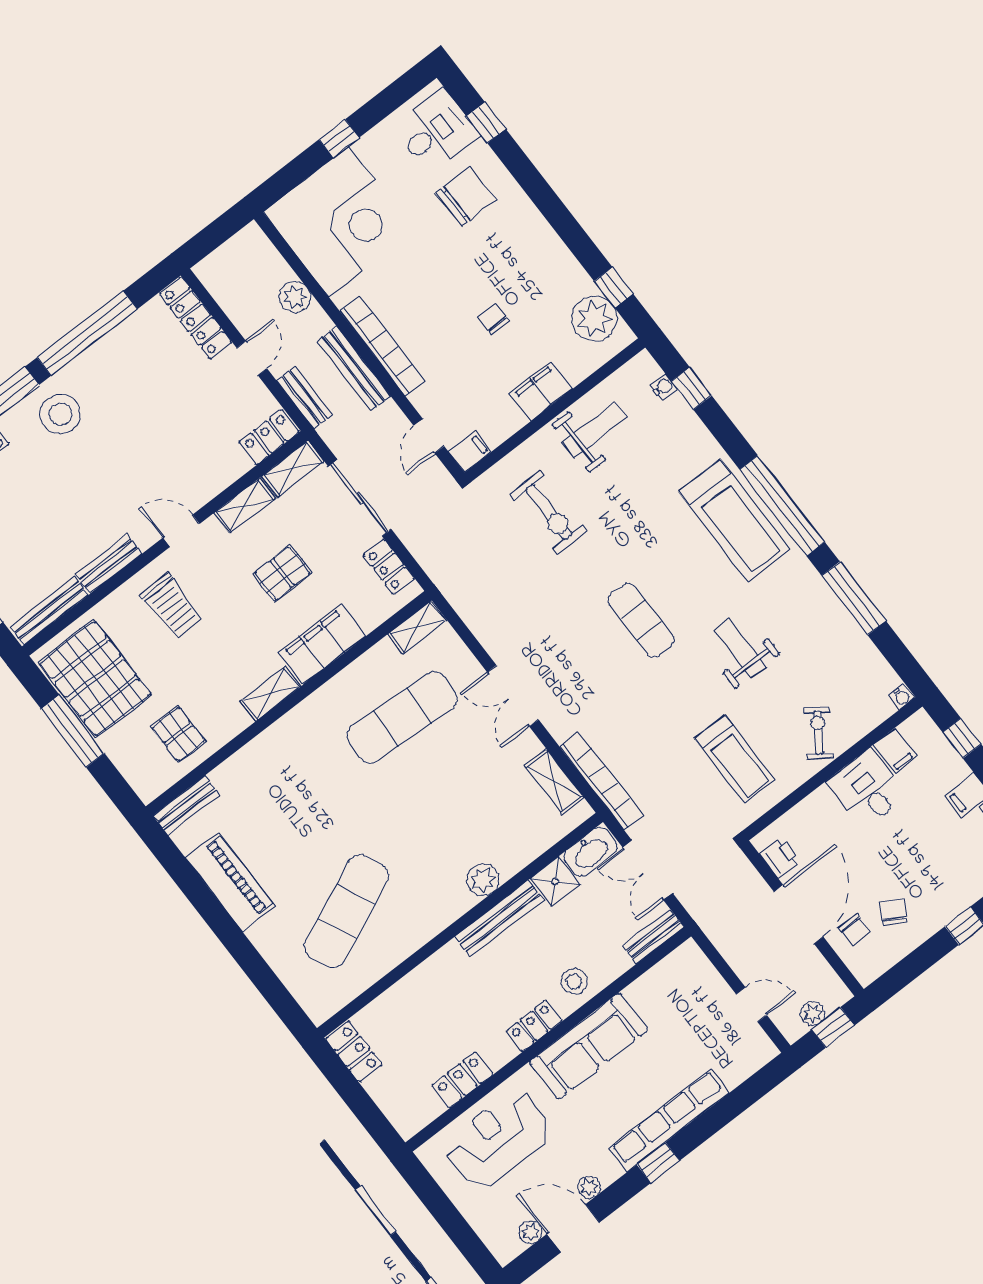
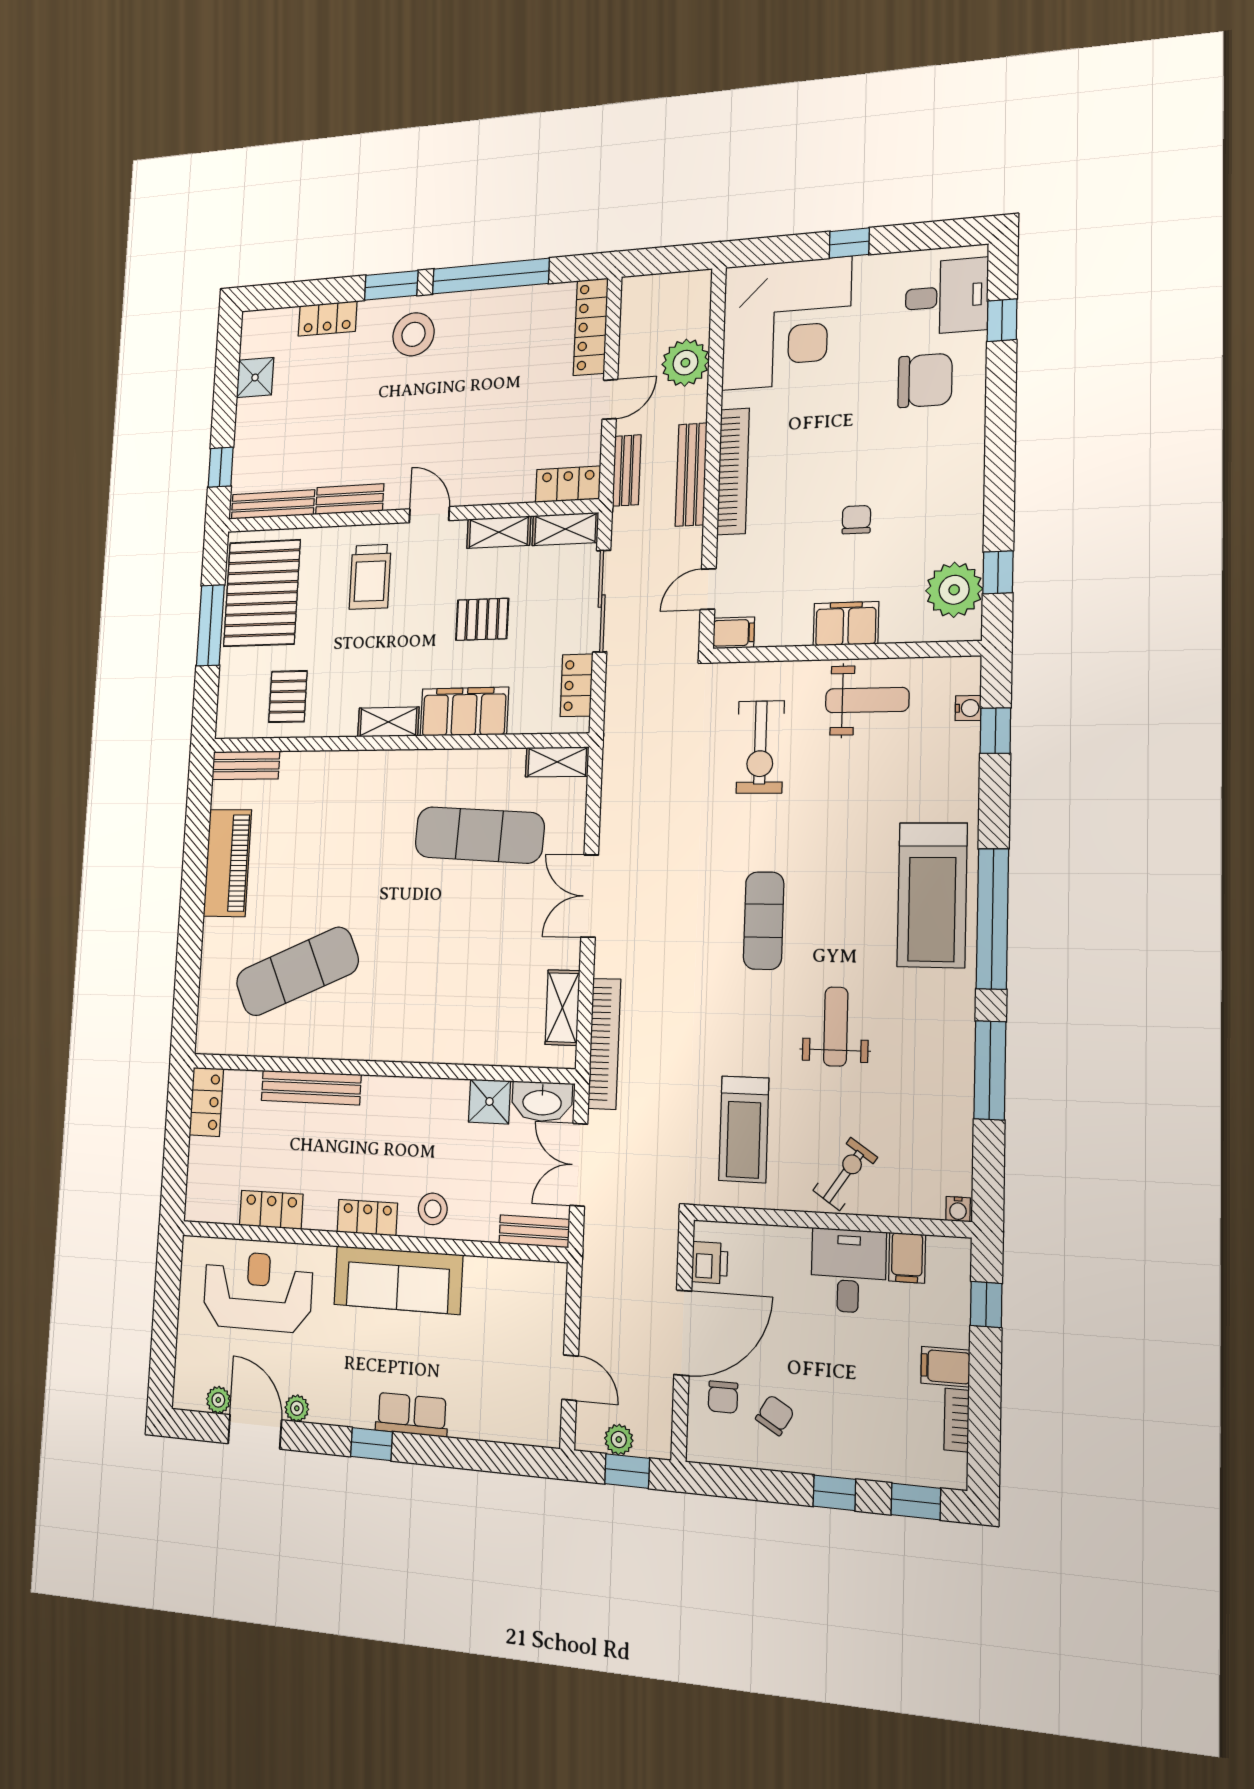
plant: (295, 297) -> (685, 363), width x1.36, depth x1.36
plant: (483, 880) -> (430, 1044), removed
bench: (499, 918) -> (311, 1088), moved
row of seats: (669, 1120) -> (412, 1415), width x0.50

